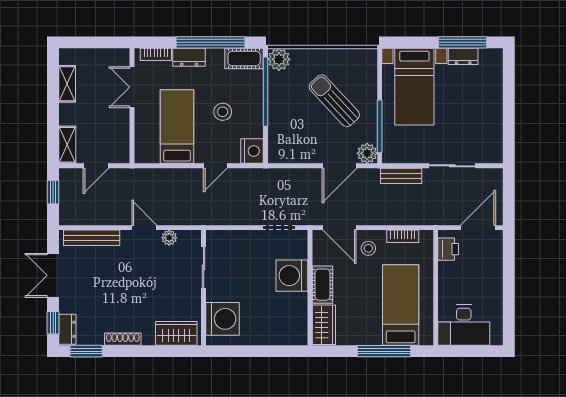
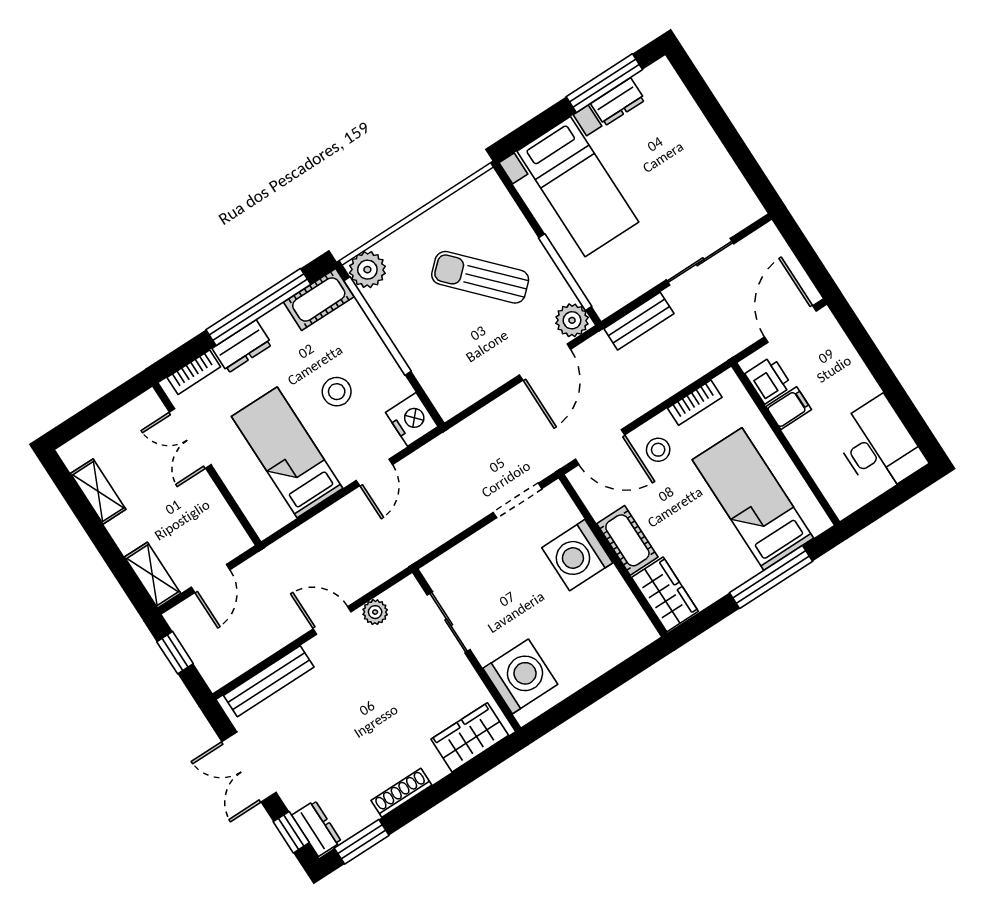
filing cabinet: (449, 270) -> (789, 408), added
desk: (464, 325) -> (879, 446), moved, turned -90

